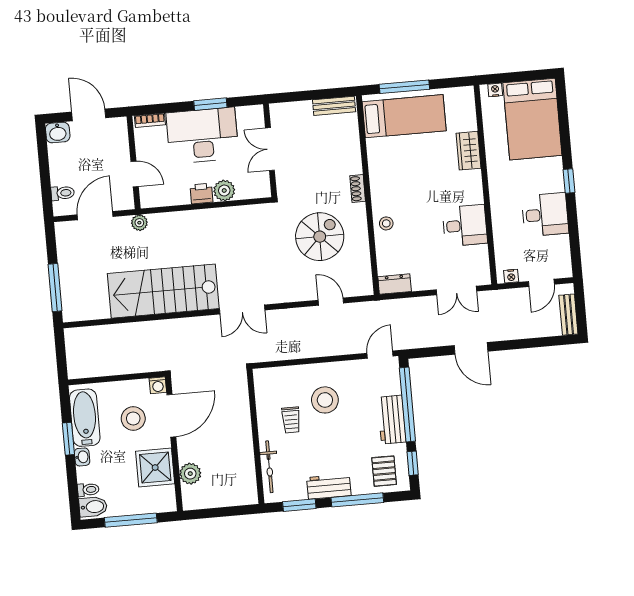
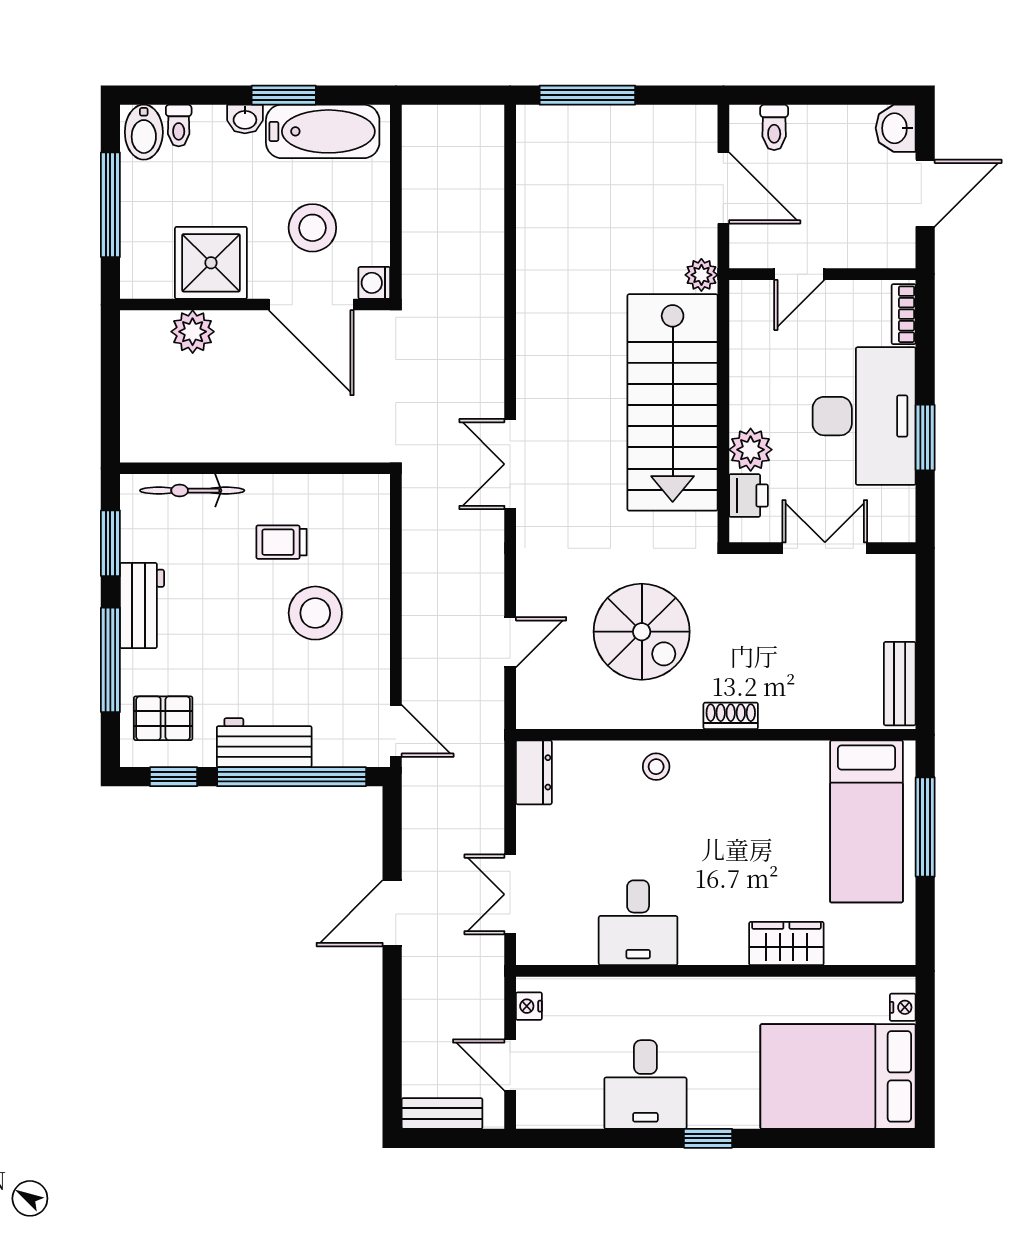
printer: (201, 194) -> (749, 496), moved
stairs: (163, 291) -> (673, 402), moved, turned 180

